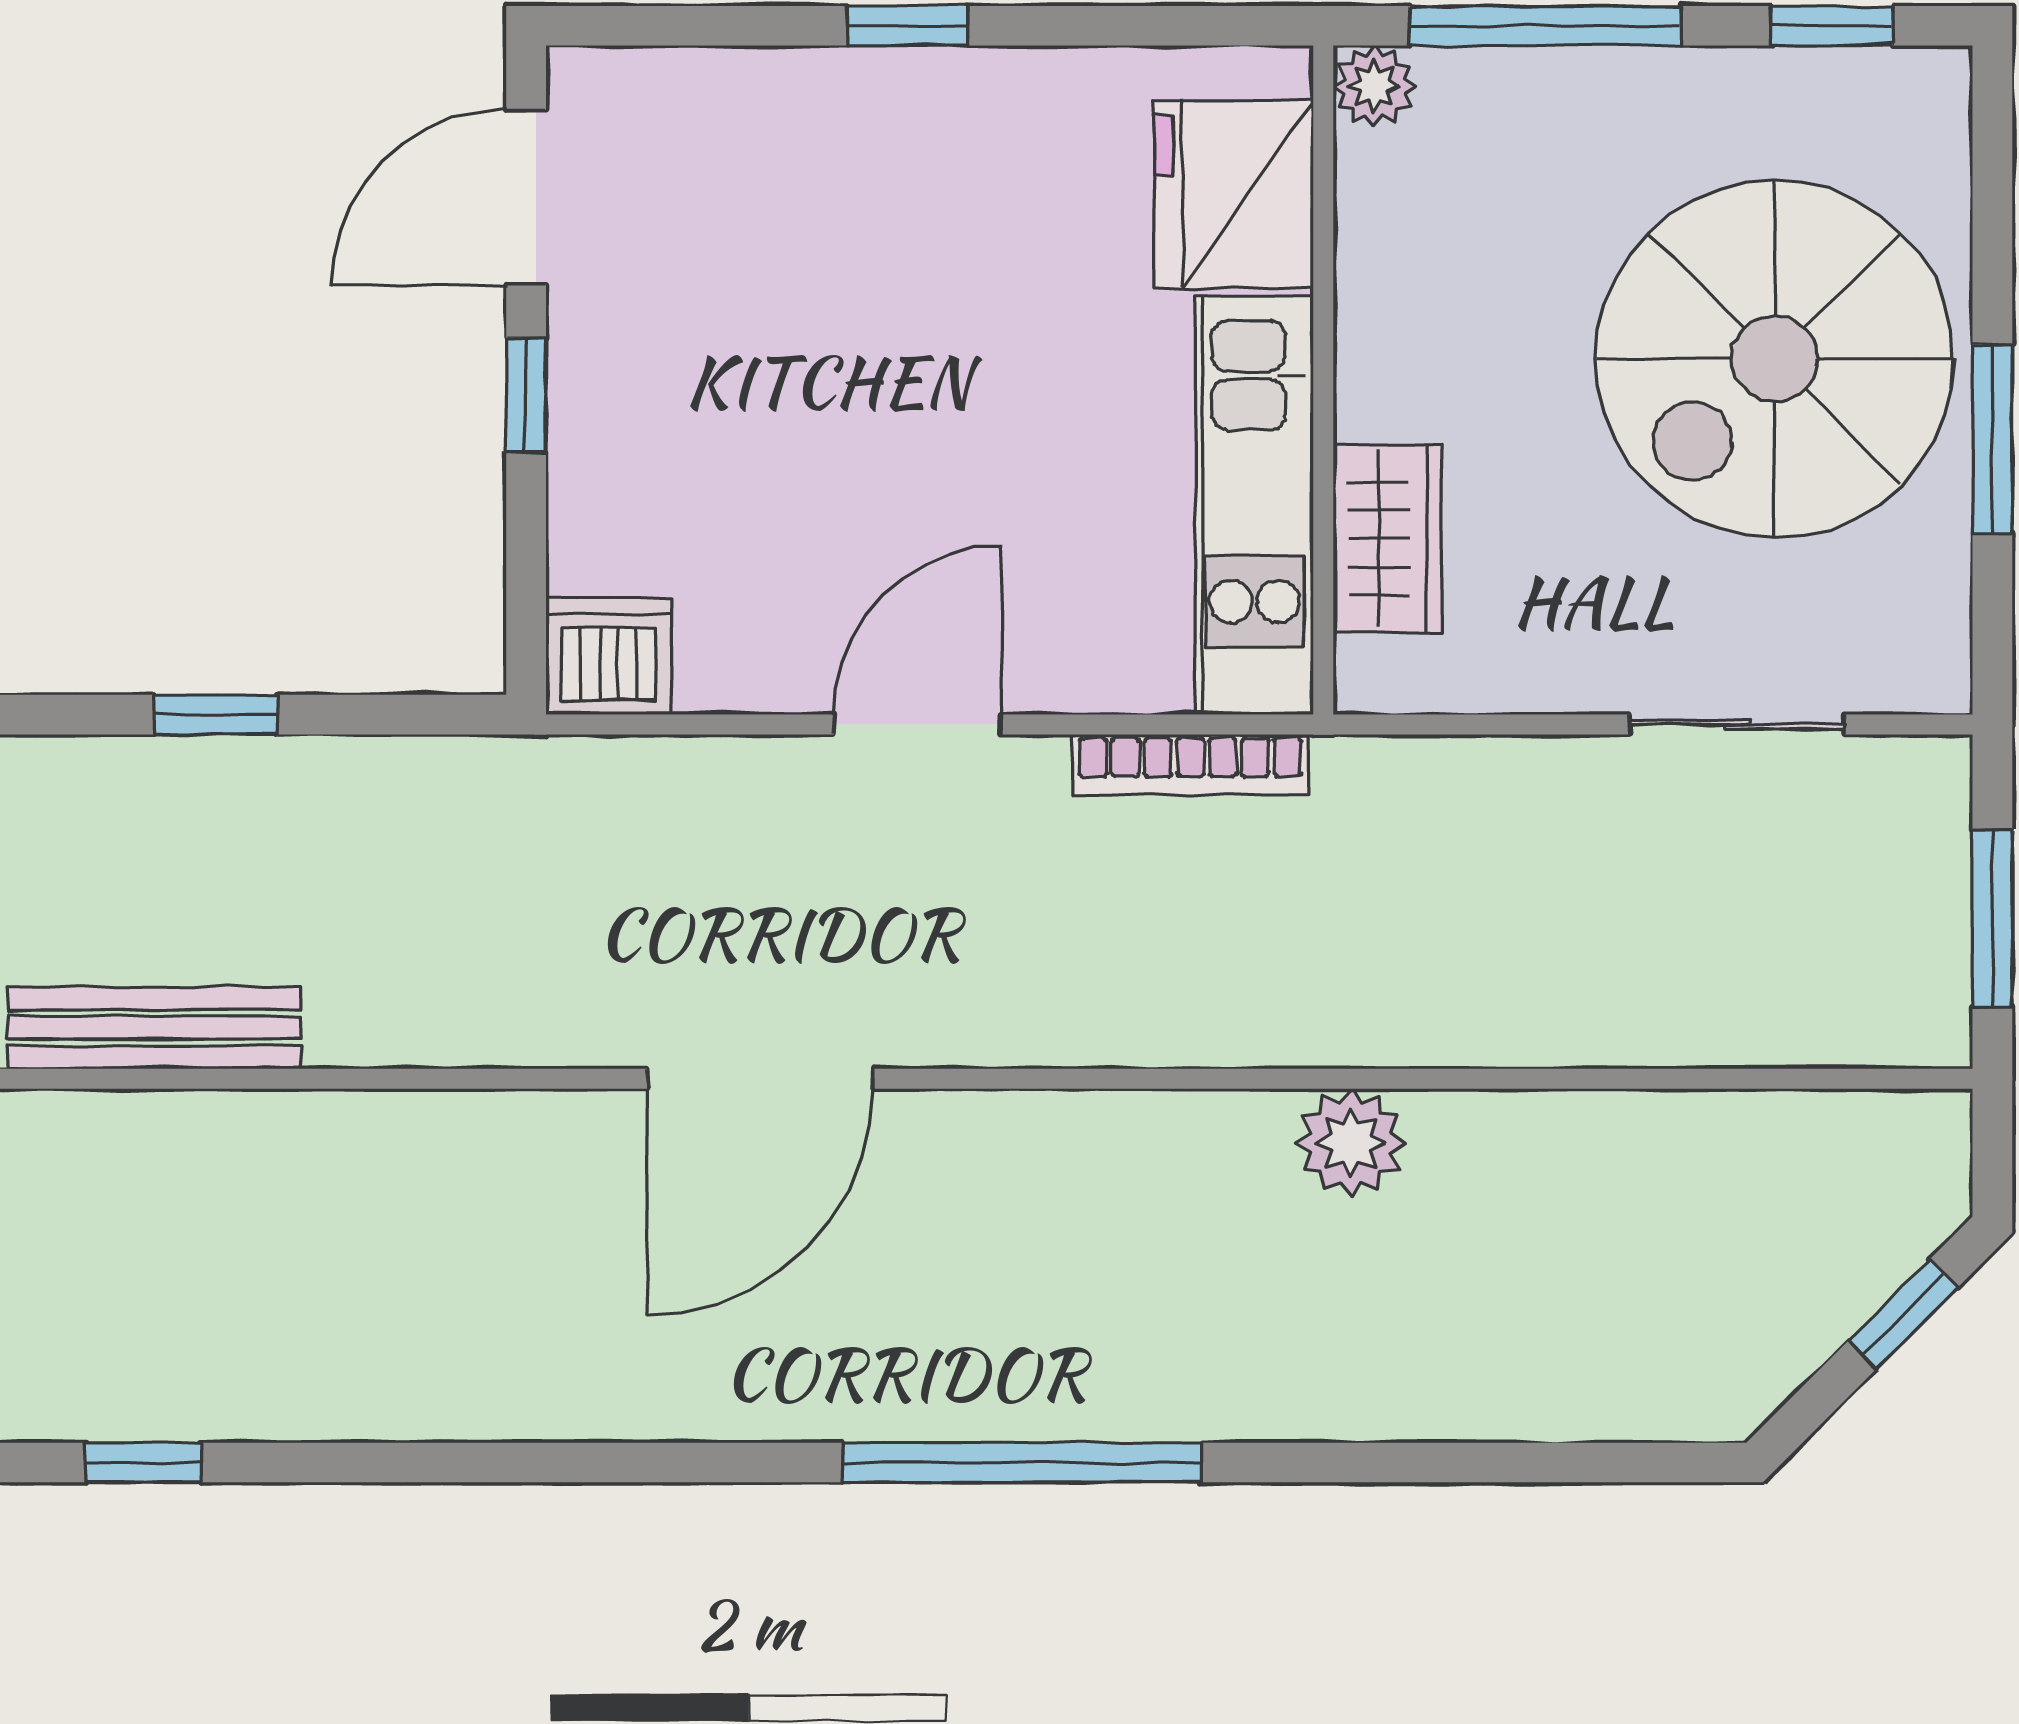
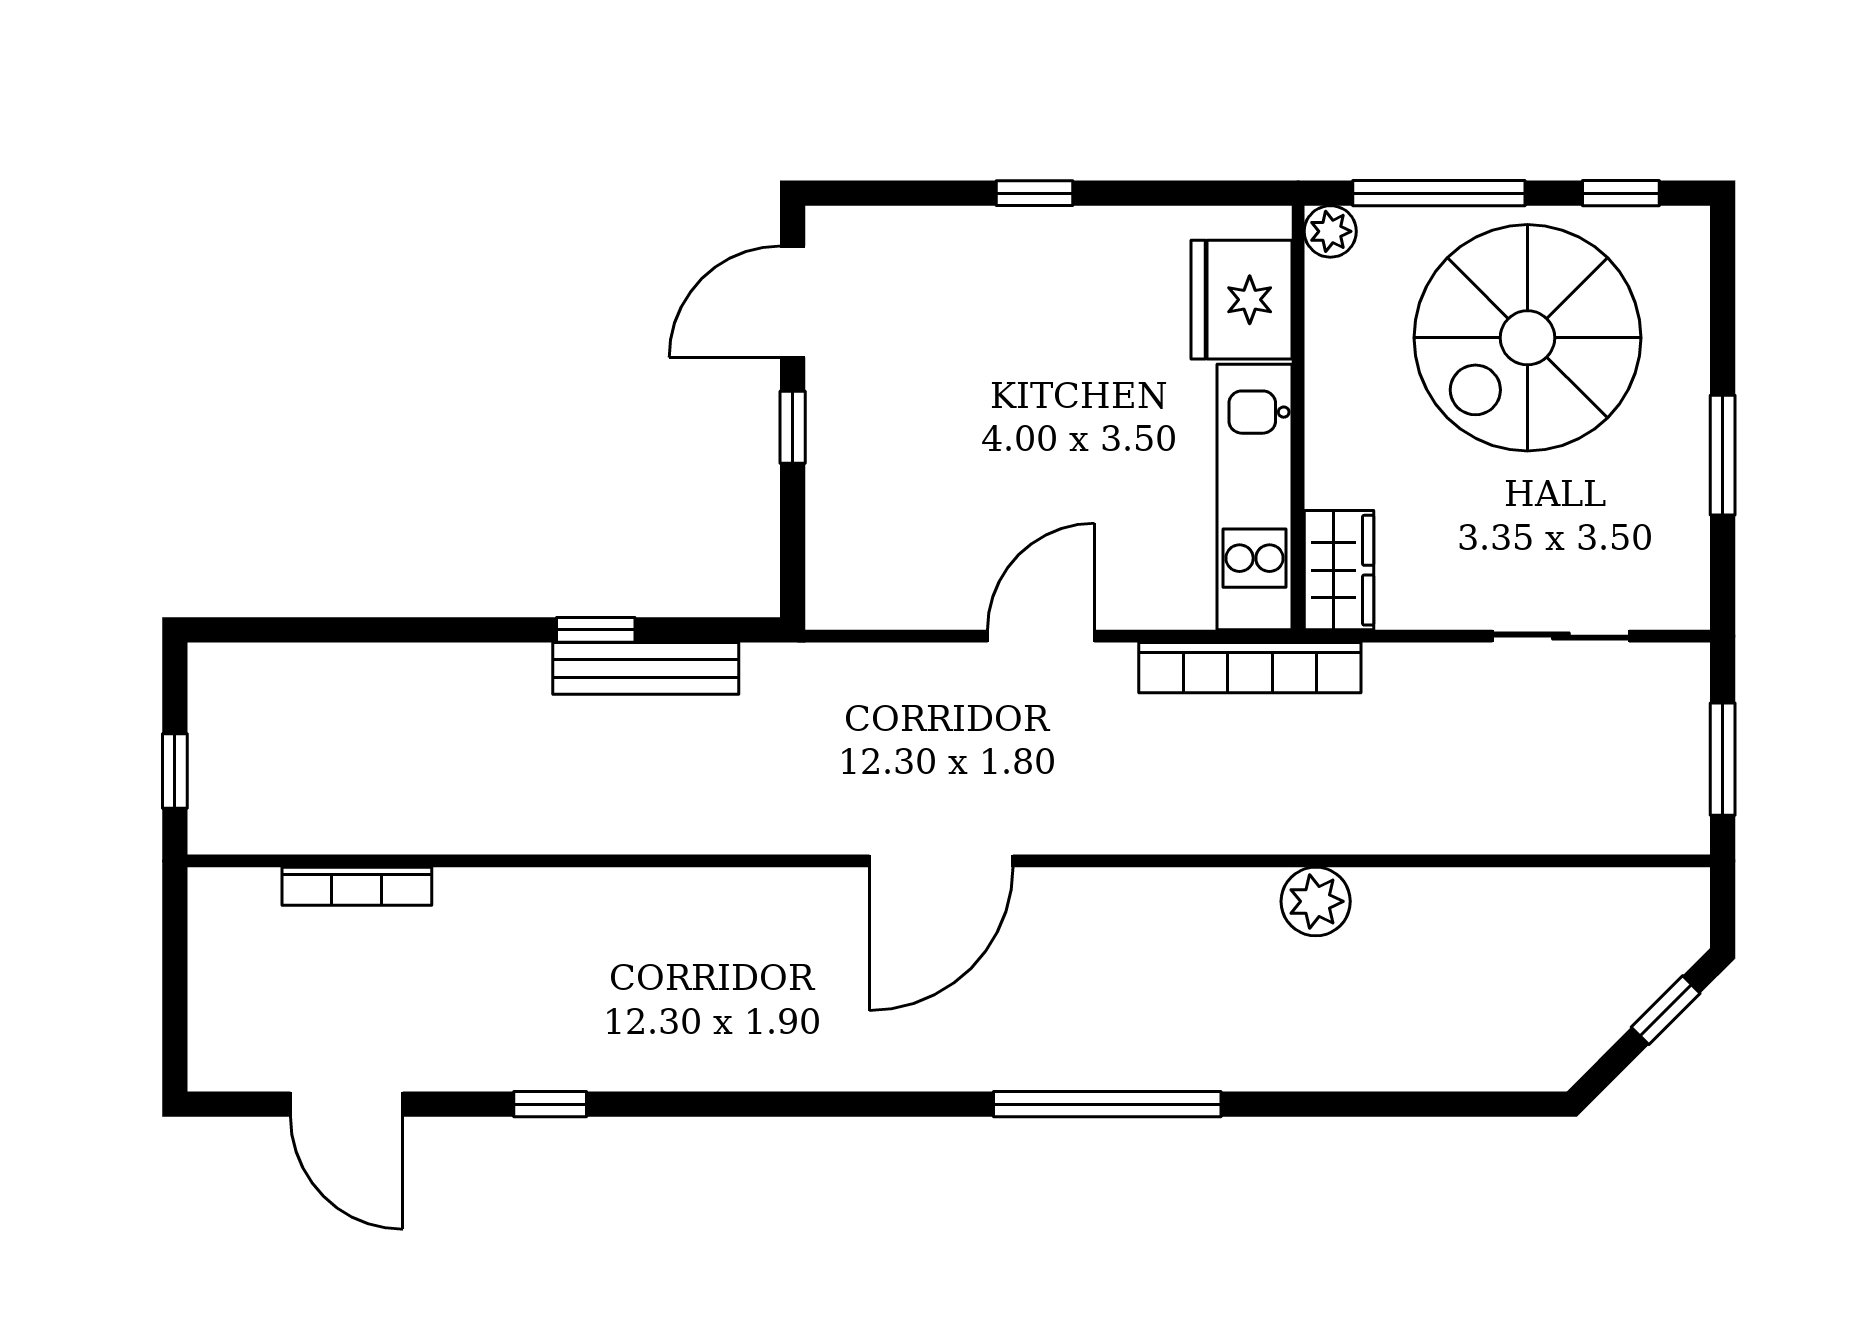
spiral stairs: (1775, 359) -> (1527, 338), moved
wardrobe: (1388, 539) -> (1339, 570), moved
dishwasher: (608, 656) -> (845, 593), removed
bookcase: (1190, 765) -> (1250, 668), width x1.48, depth x1.31
bench: (155, 1028) -> (646, 668), moved

